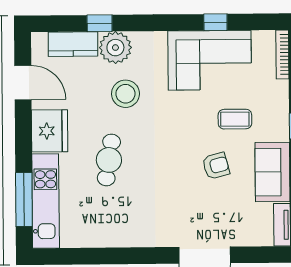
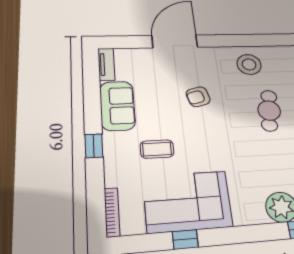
stool: (125, 94) -> (249, 64), moved
armchair: (216, 166) -> (198, 97), moved

